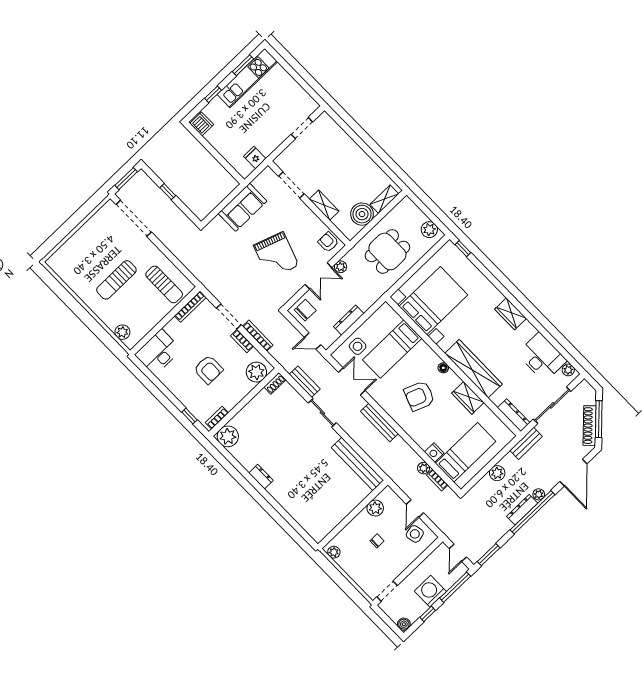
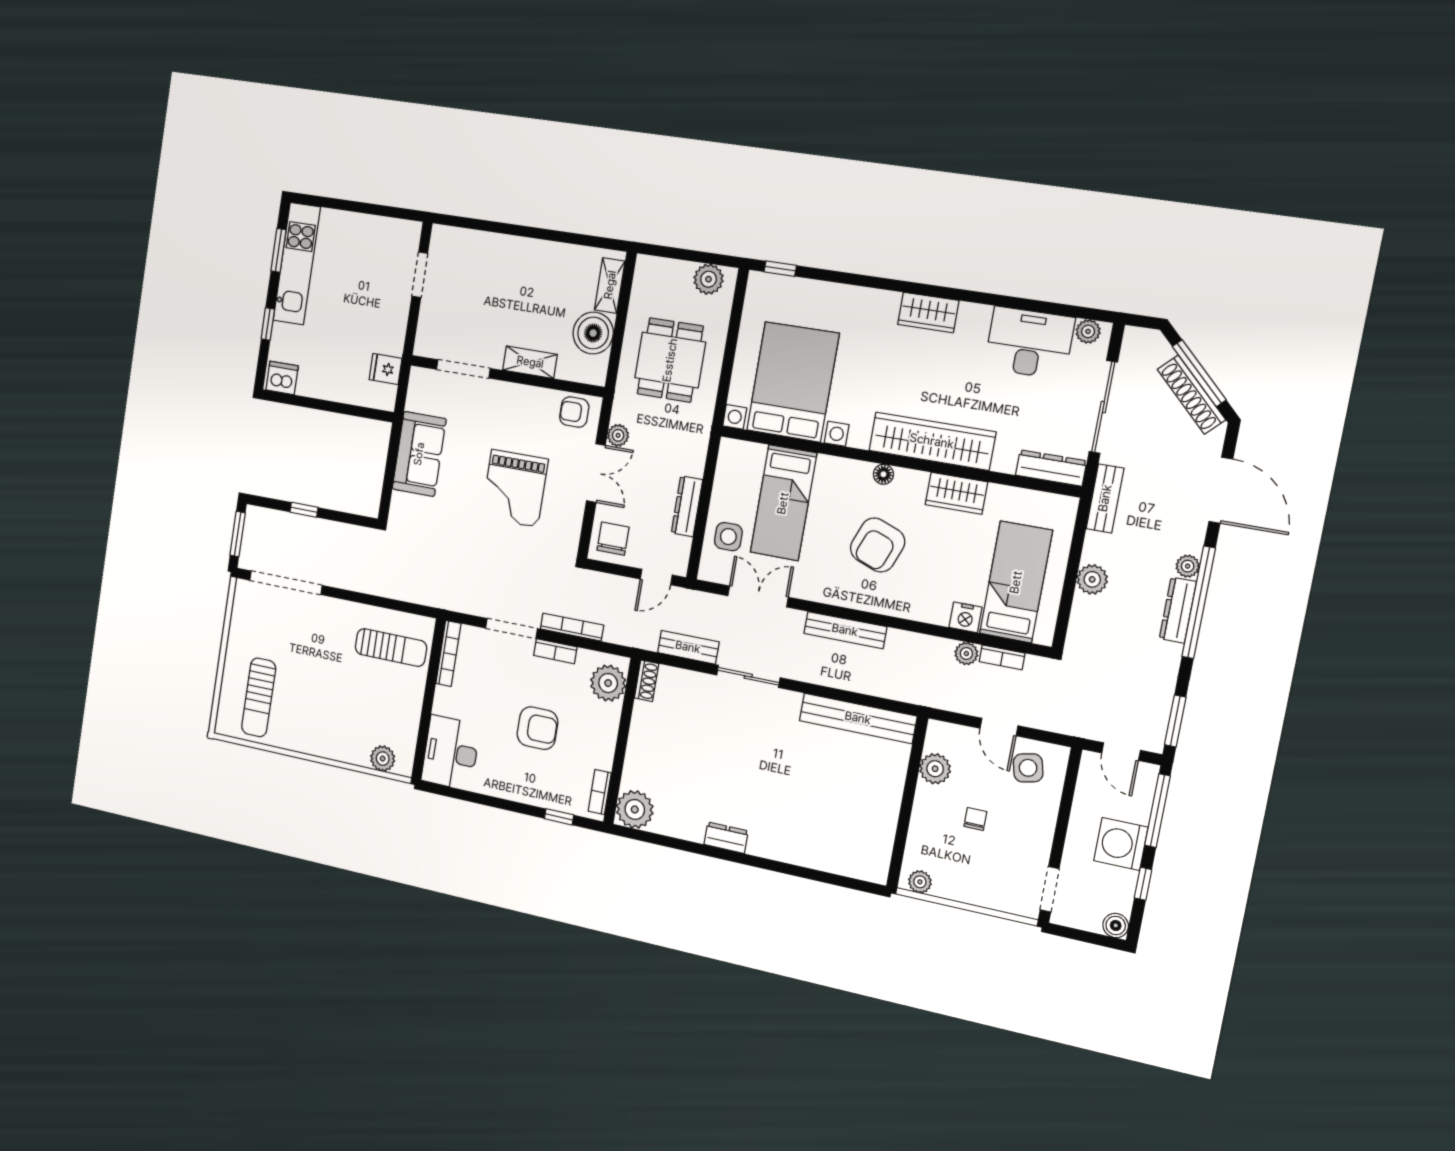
grand piano: (276, 255) -> (515, 488), turned 71
sun lounger: (116, 280) -> (259, 697), moved

